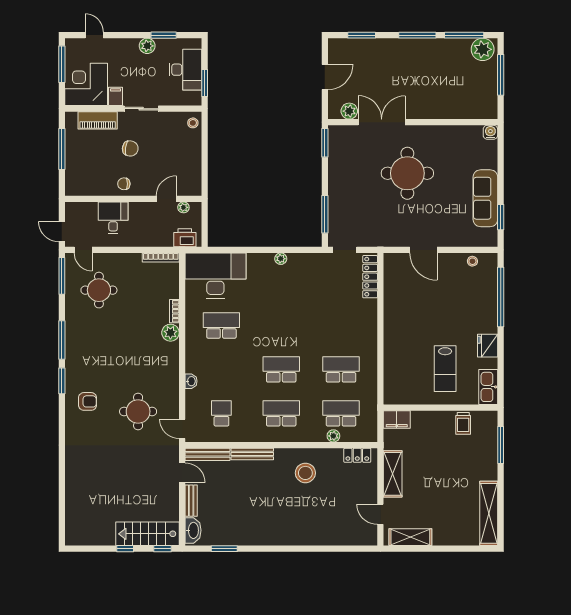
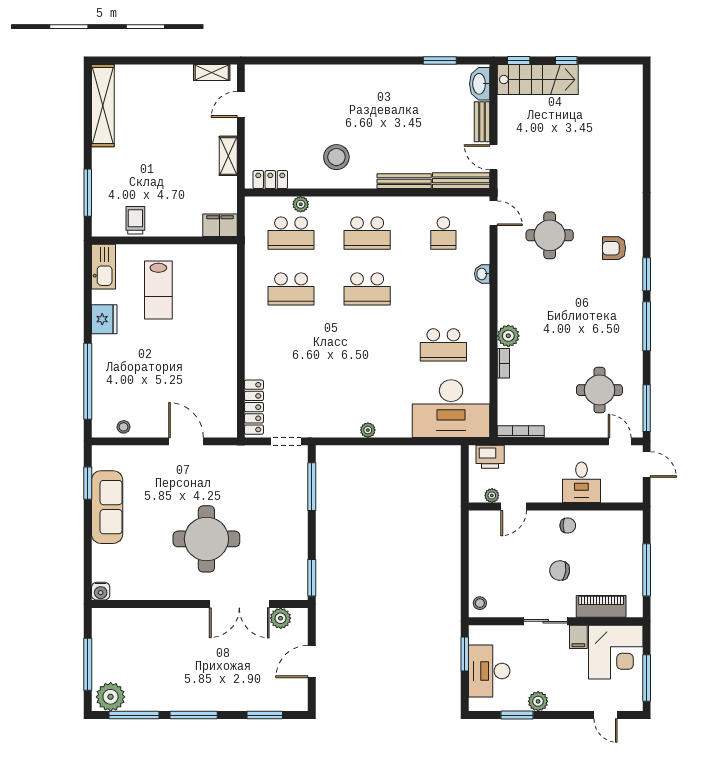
lab bench: (445, 369) -> (158, 290), turned 180
shelving: (393, 474) -> (228, 156), width x0.67, depth x0.75
door: (380, 514) -> (241, 104), swing flipped
shelving: (410, 537) -> (212, 72), width x0.67, depth x0.75

